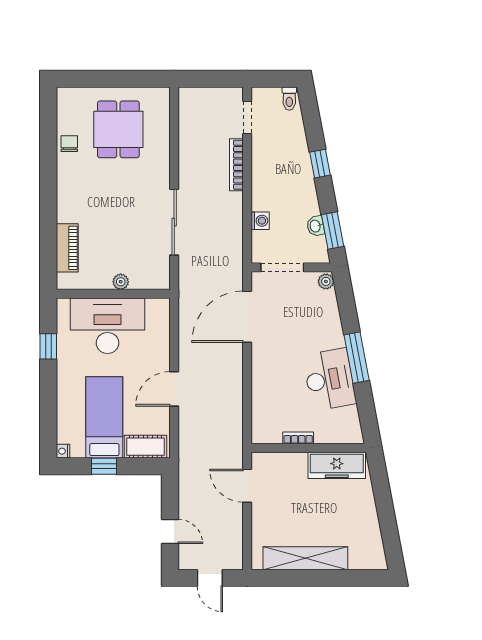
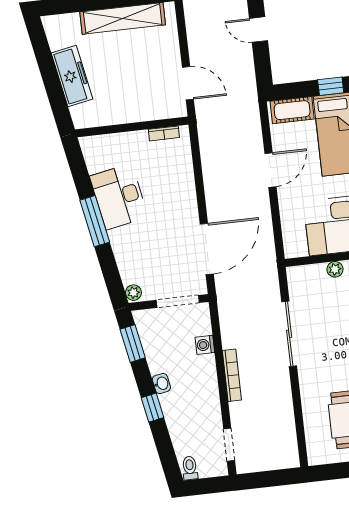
bookcase: (236, 165) -> (232, 375), moved
washbasin: (316, 226) -> (161, 384), moved
bookcase: (298, 438) -> (164, 133), moved
freezer: (337, 465) -> (72, 76), moved, turned 79

